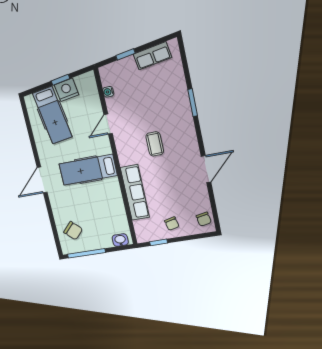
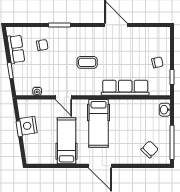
hospital bed: (52, 115) -> (67, 141), moved, turned -81
chair: (204, 219) -> (42, 45), moved

